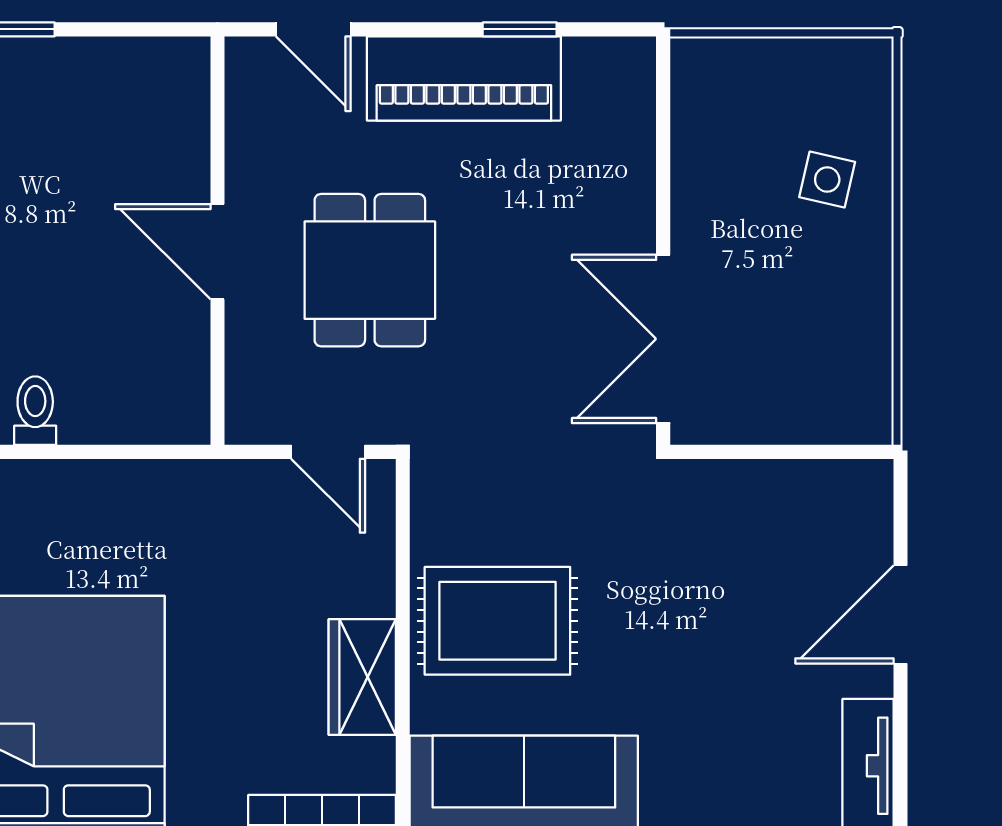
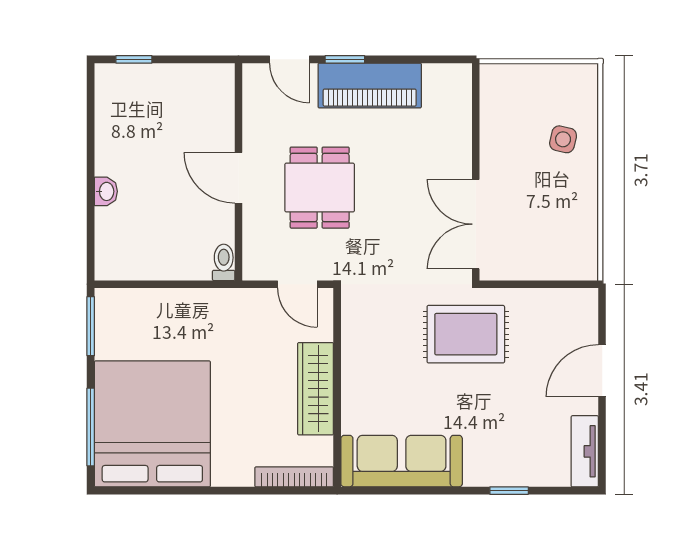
window: (520, 29) -> (345, 59), moved
toilet: (35, 411) -> (224, 262), moved
rug: (497, 621) -> (466, 334), moved
wardrobe: (362, 677) -> (316, 389), width x1.50

